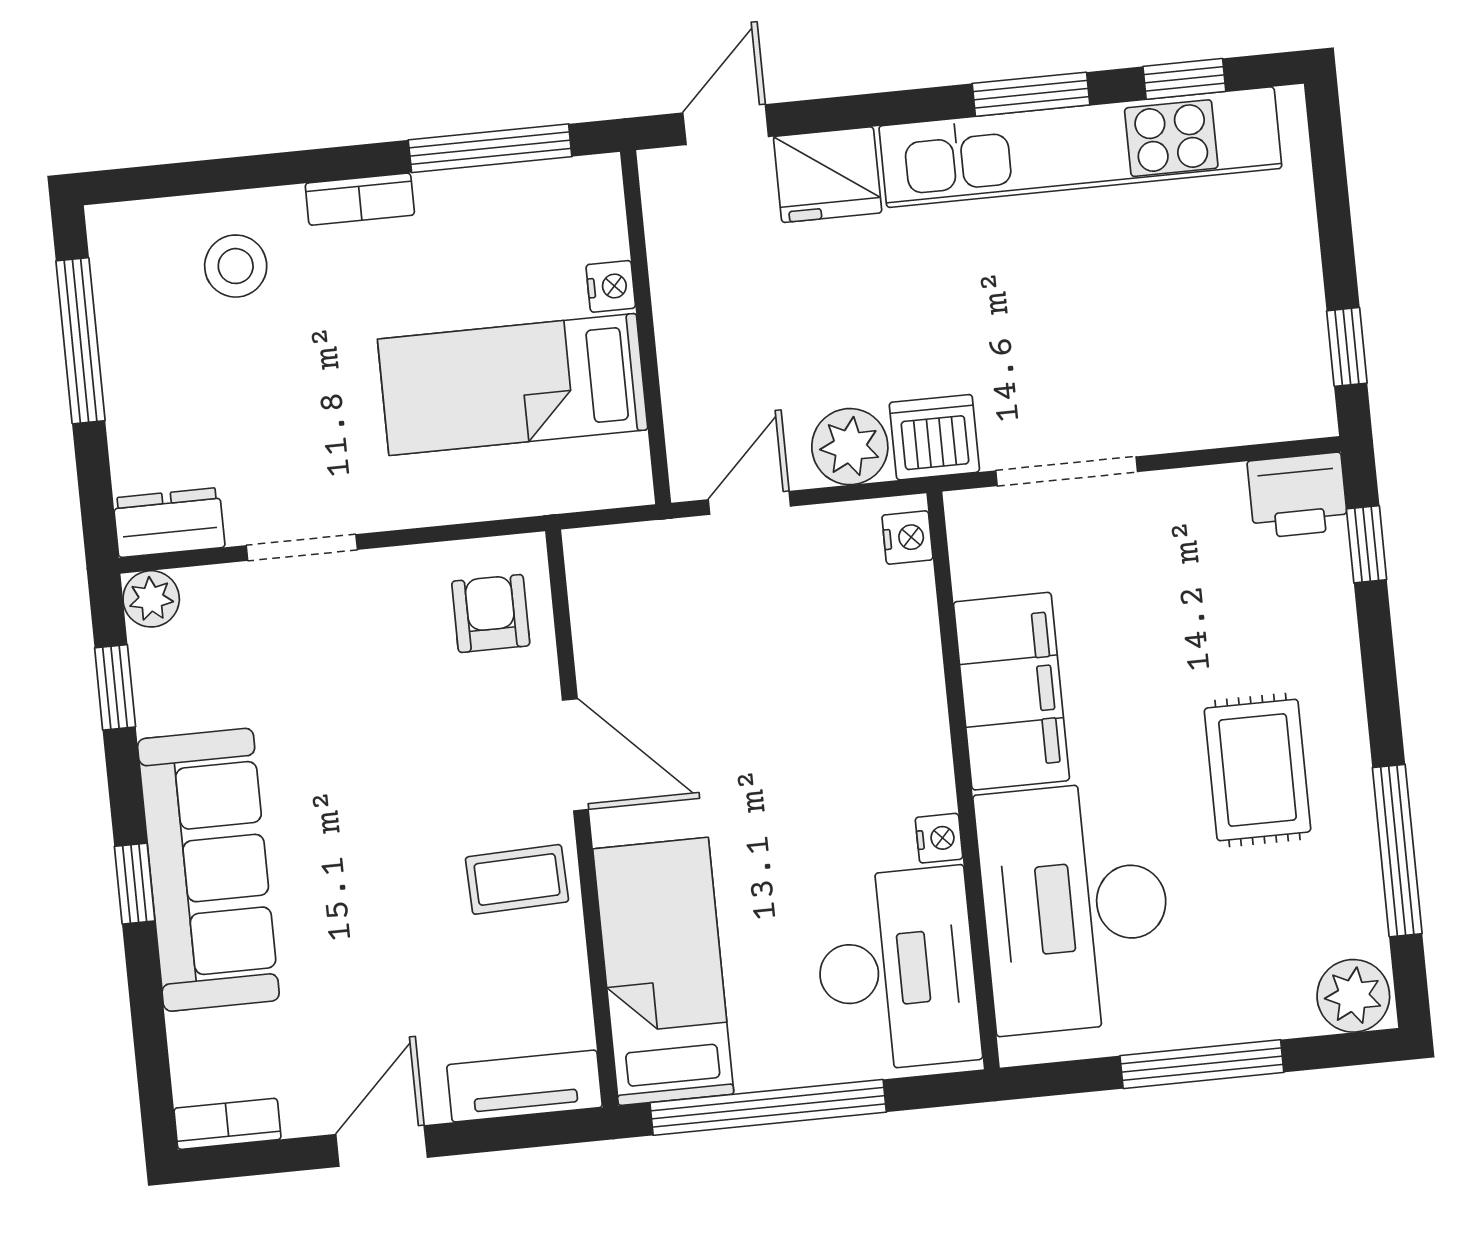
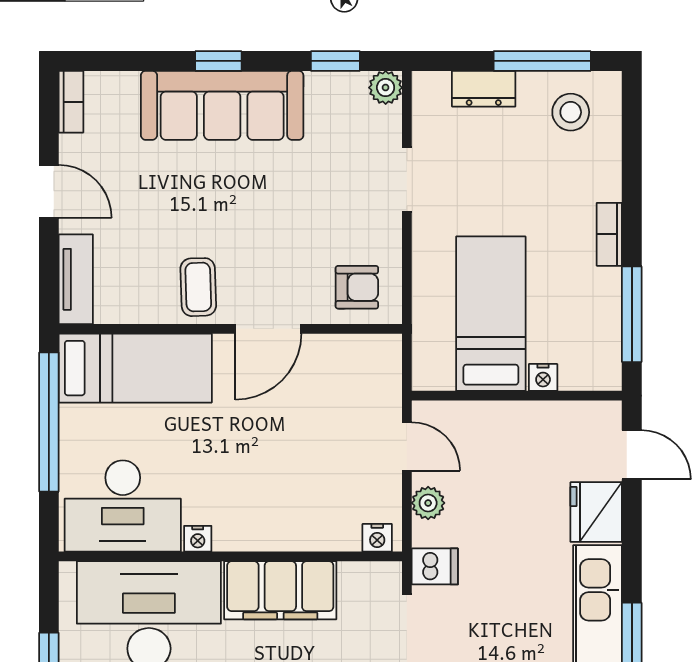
stool: (236, 266) -> (571, 112), moved
dishwasher: (934, 437) -> (435, 566), width x0.73
plant: (850, 447) -> (428, 503), width x0.73, depth x0.73
dresser: (169, 523) -> (484, 89), moved, turned 90

